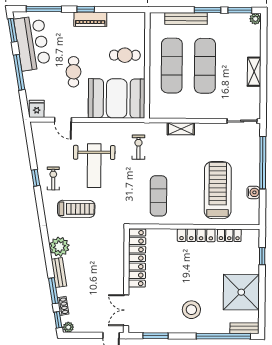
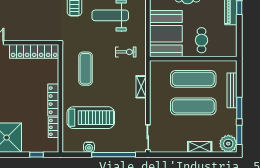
plant: (255, 19) -> (228, 144), width x1.88, depth x1.88
shelving: (254, 72) -> (200, 147), moved
exercise mat: (158, 196) -> (86, 69), turned 90

